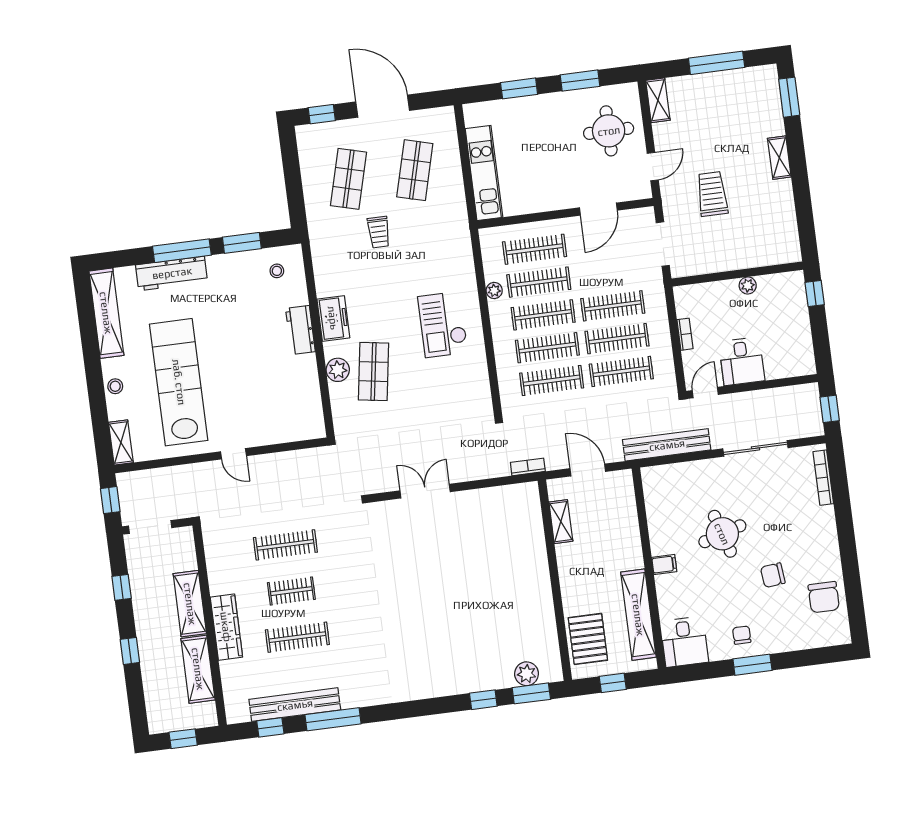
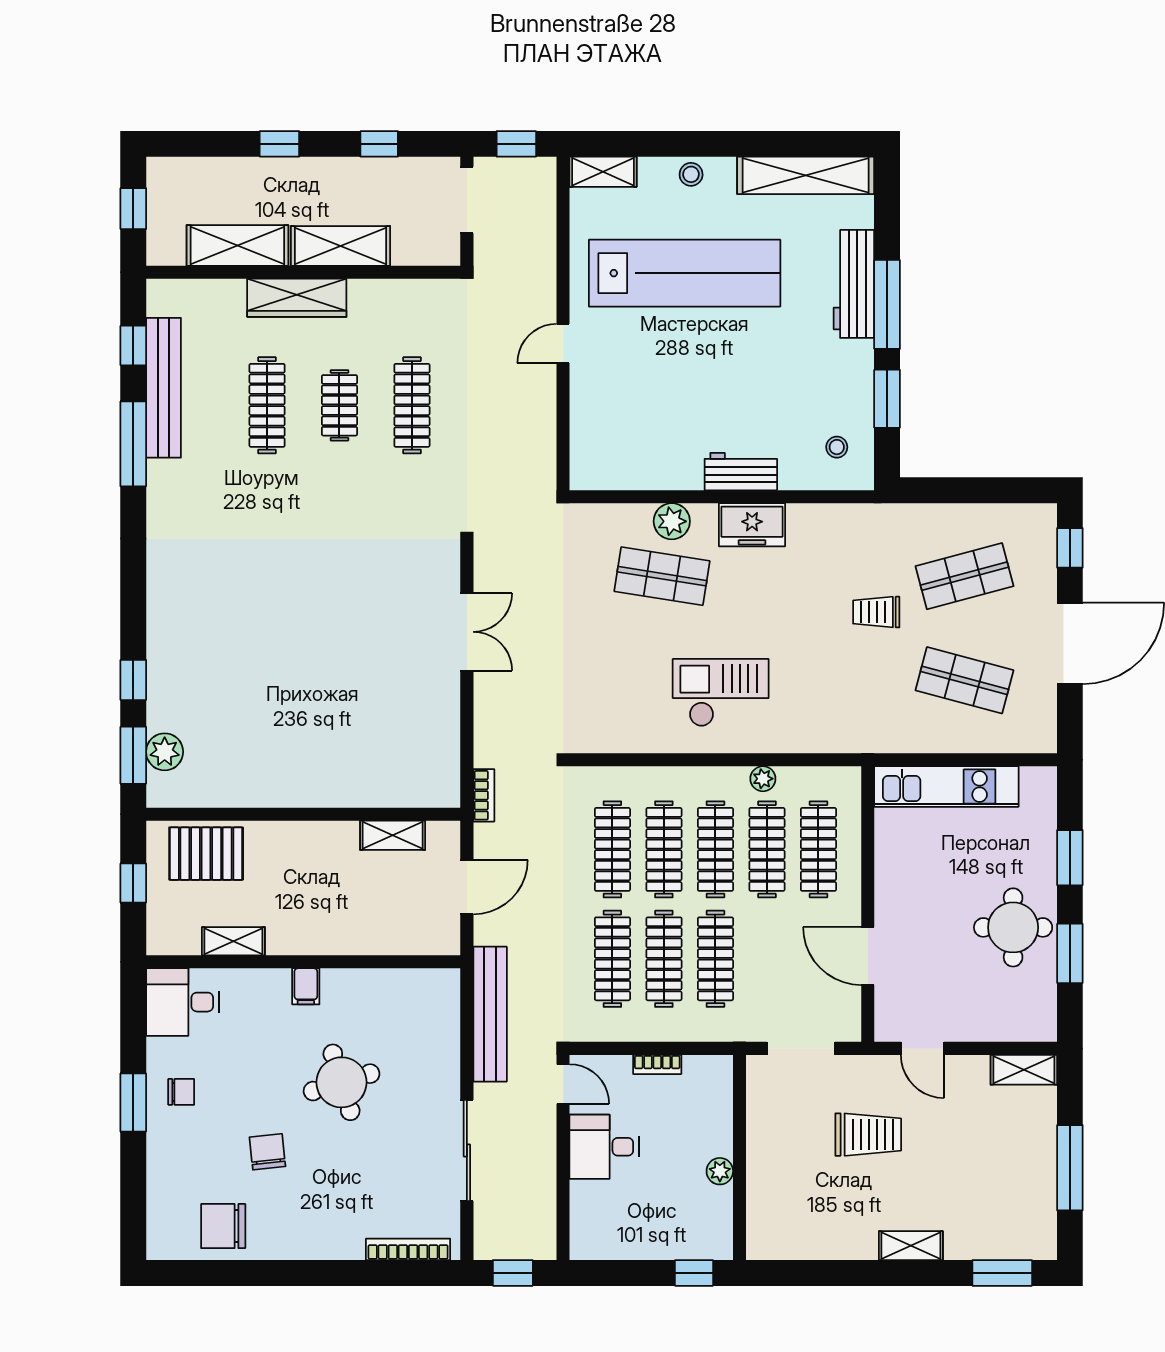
round table: (609, 131) -> (1013, 927), moved
shop shelf: (348, 179) -> (965, 576), turned -30
shelving: (638, 615) -> (233, 941), width x0.45, depth x0.75

